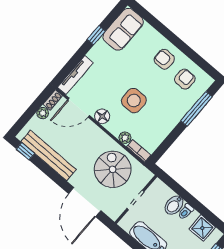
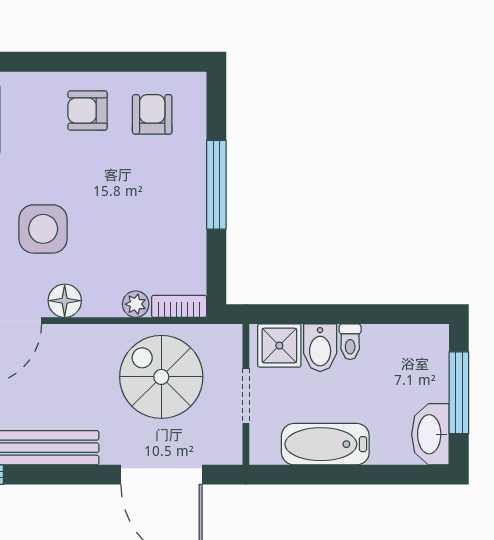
side table: (134, 101) -> (43, 229), moved
window: (196, 109) -> (216, 185), moved
shower: (202, 228) -> (279, 346), moved

